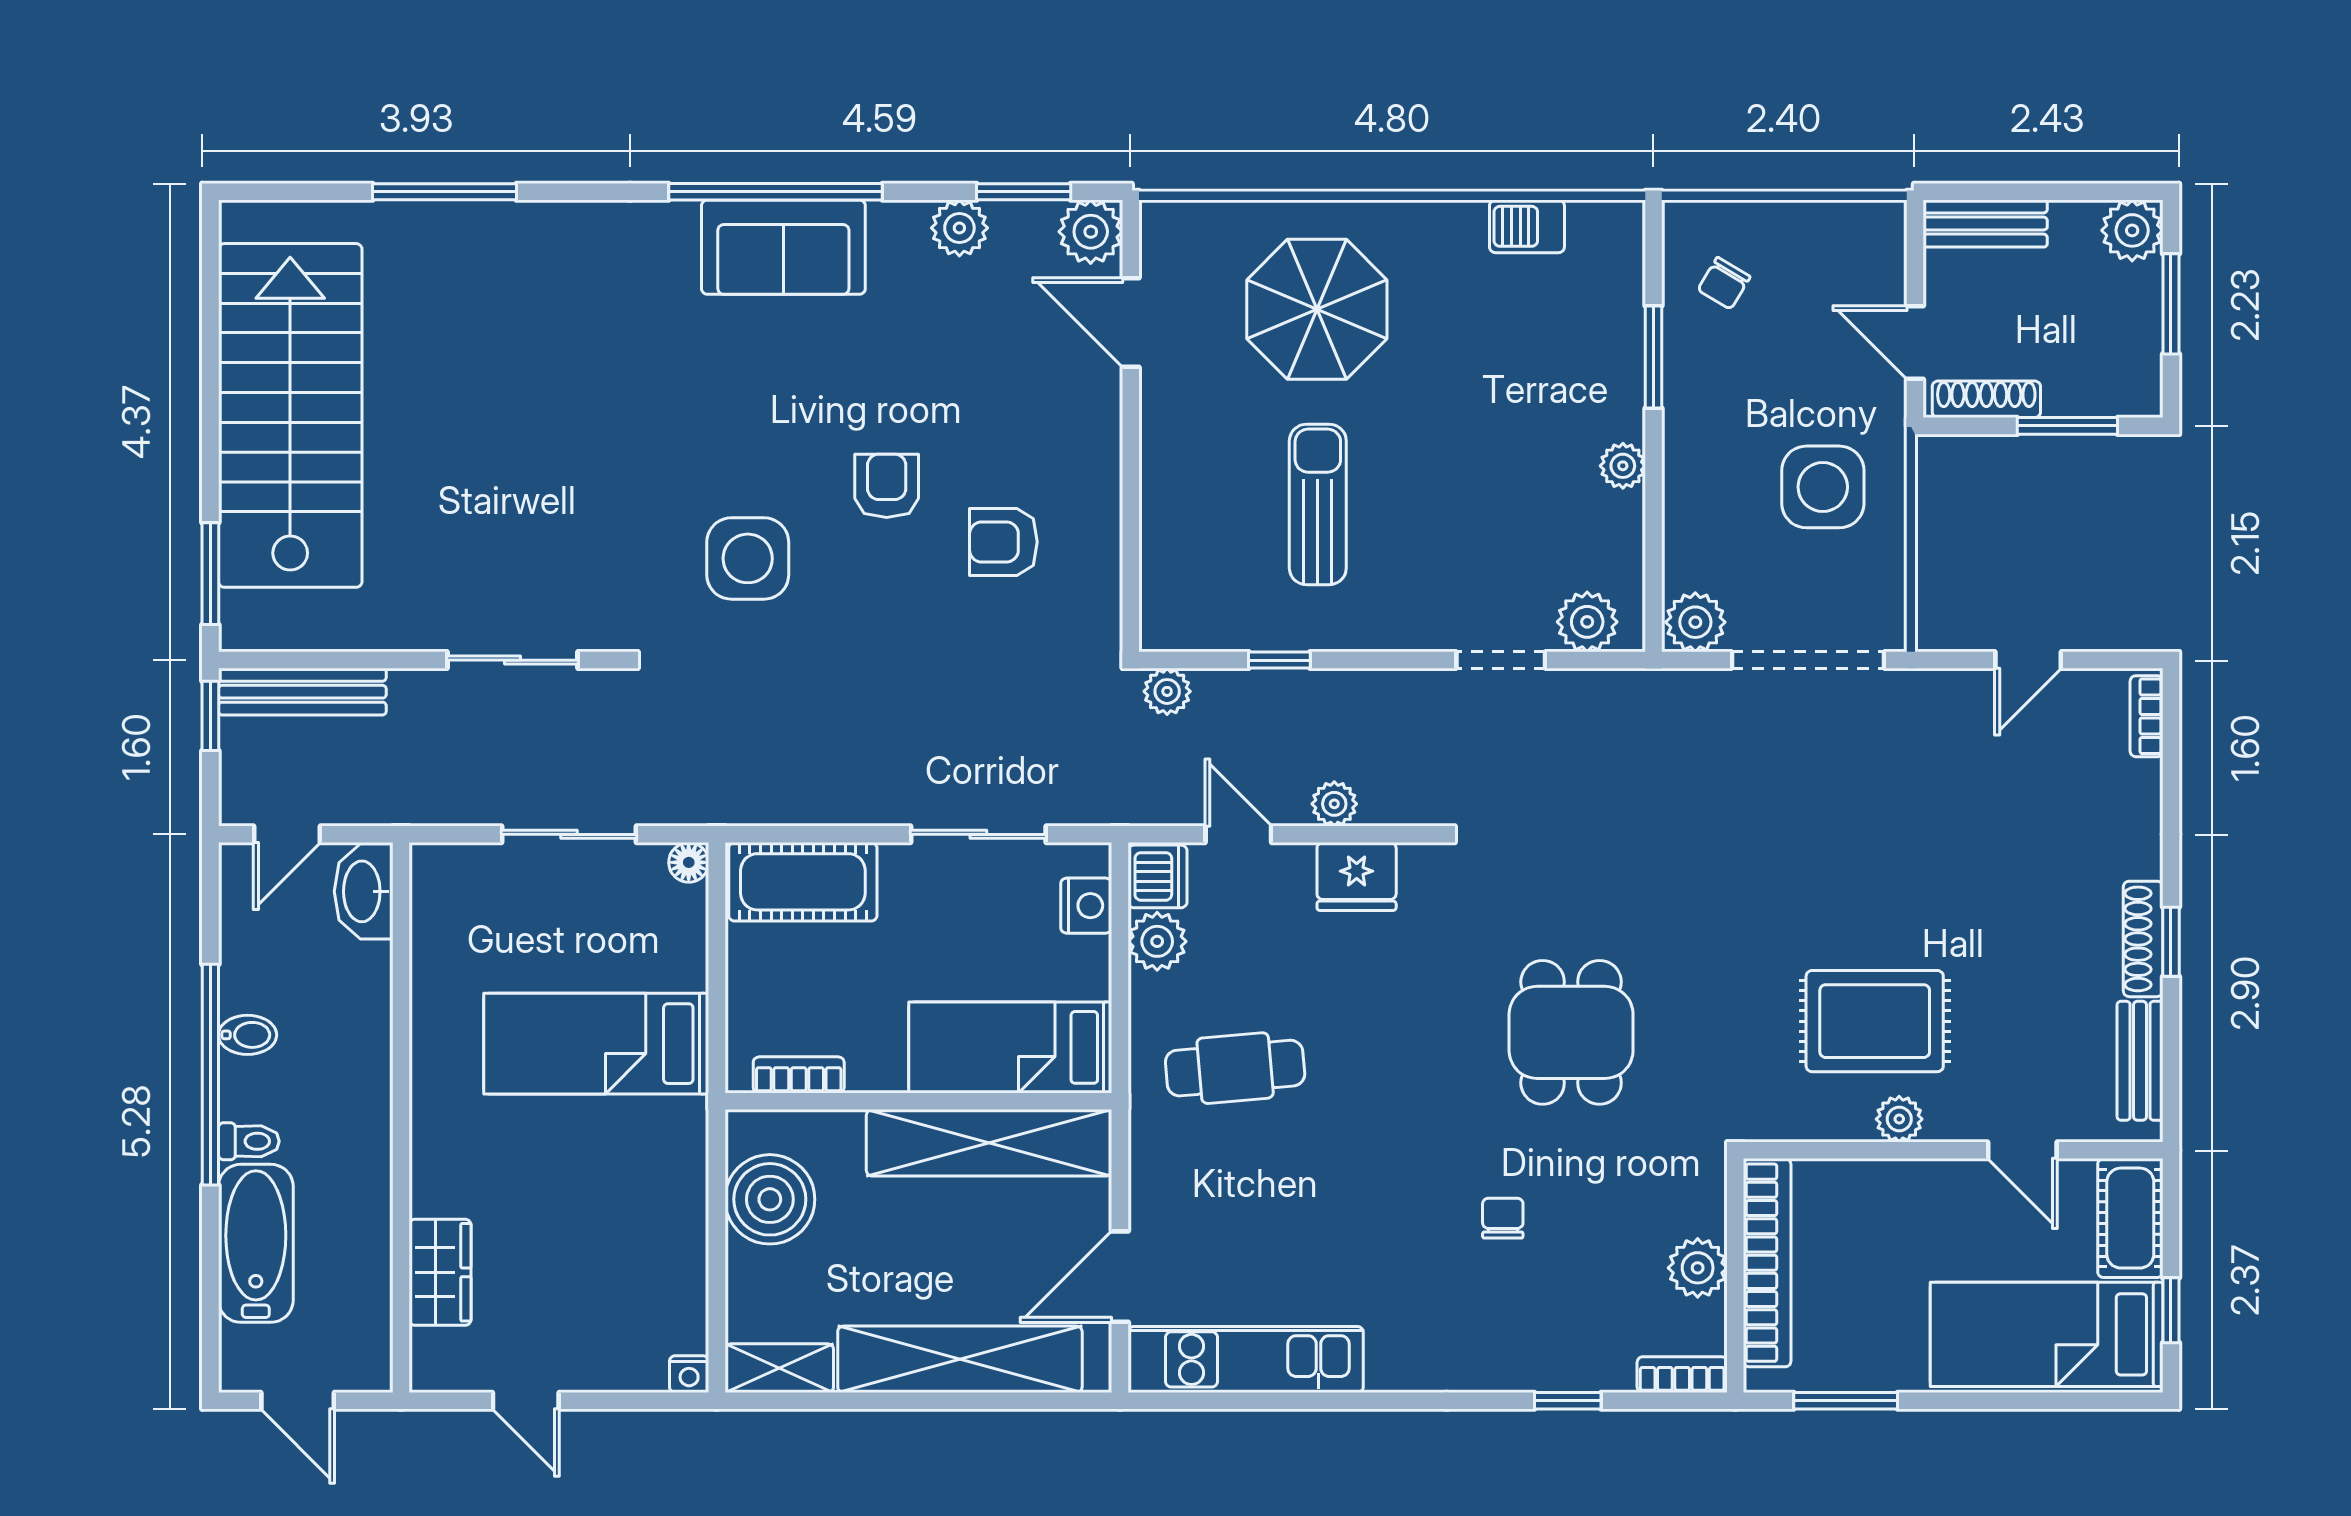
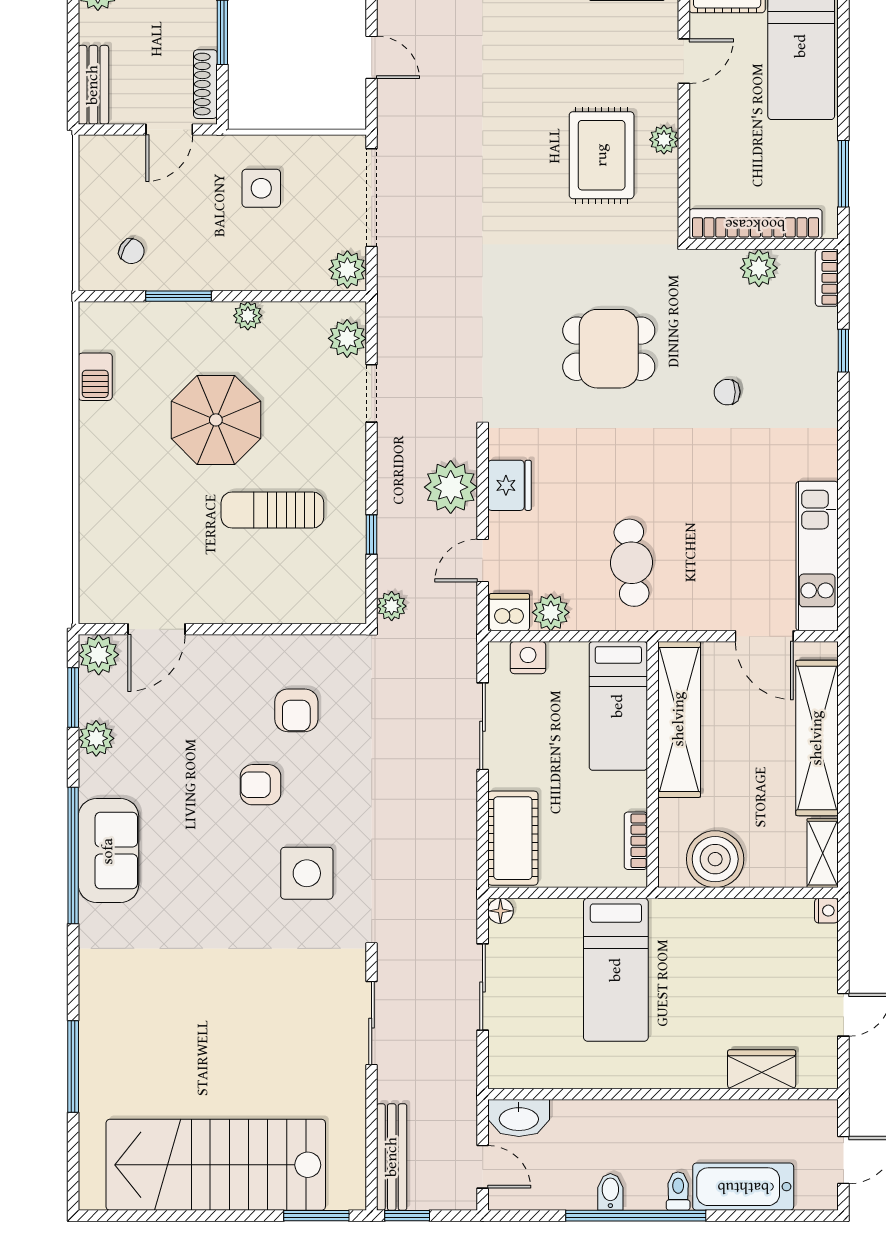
parasol: (1317, 309) -> (216, 420), moved
side table: (1823, 487) -> (261, 188), width x0.73, depth x0.73
plant: (1334, 804) -> (451, 487), width x1.88, depth x1.88

